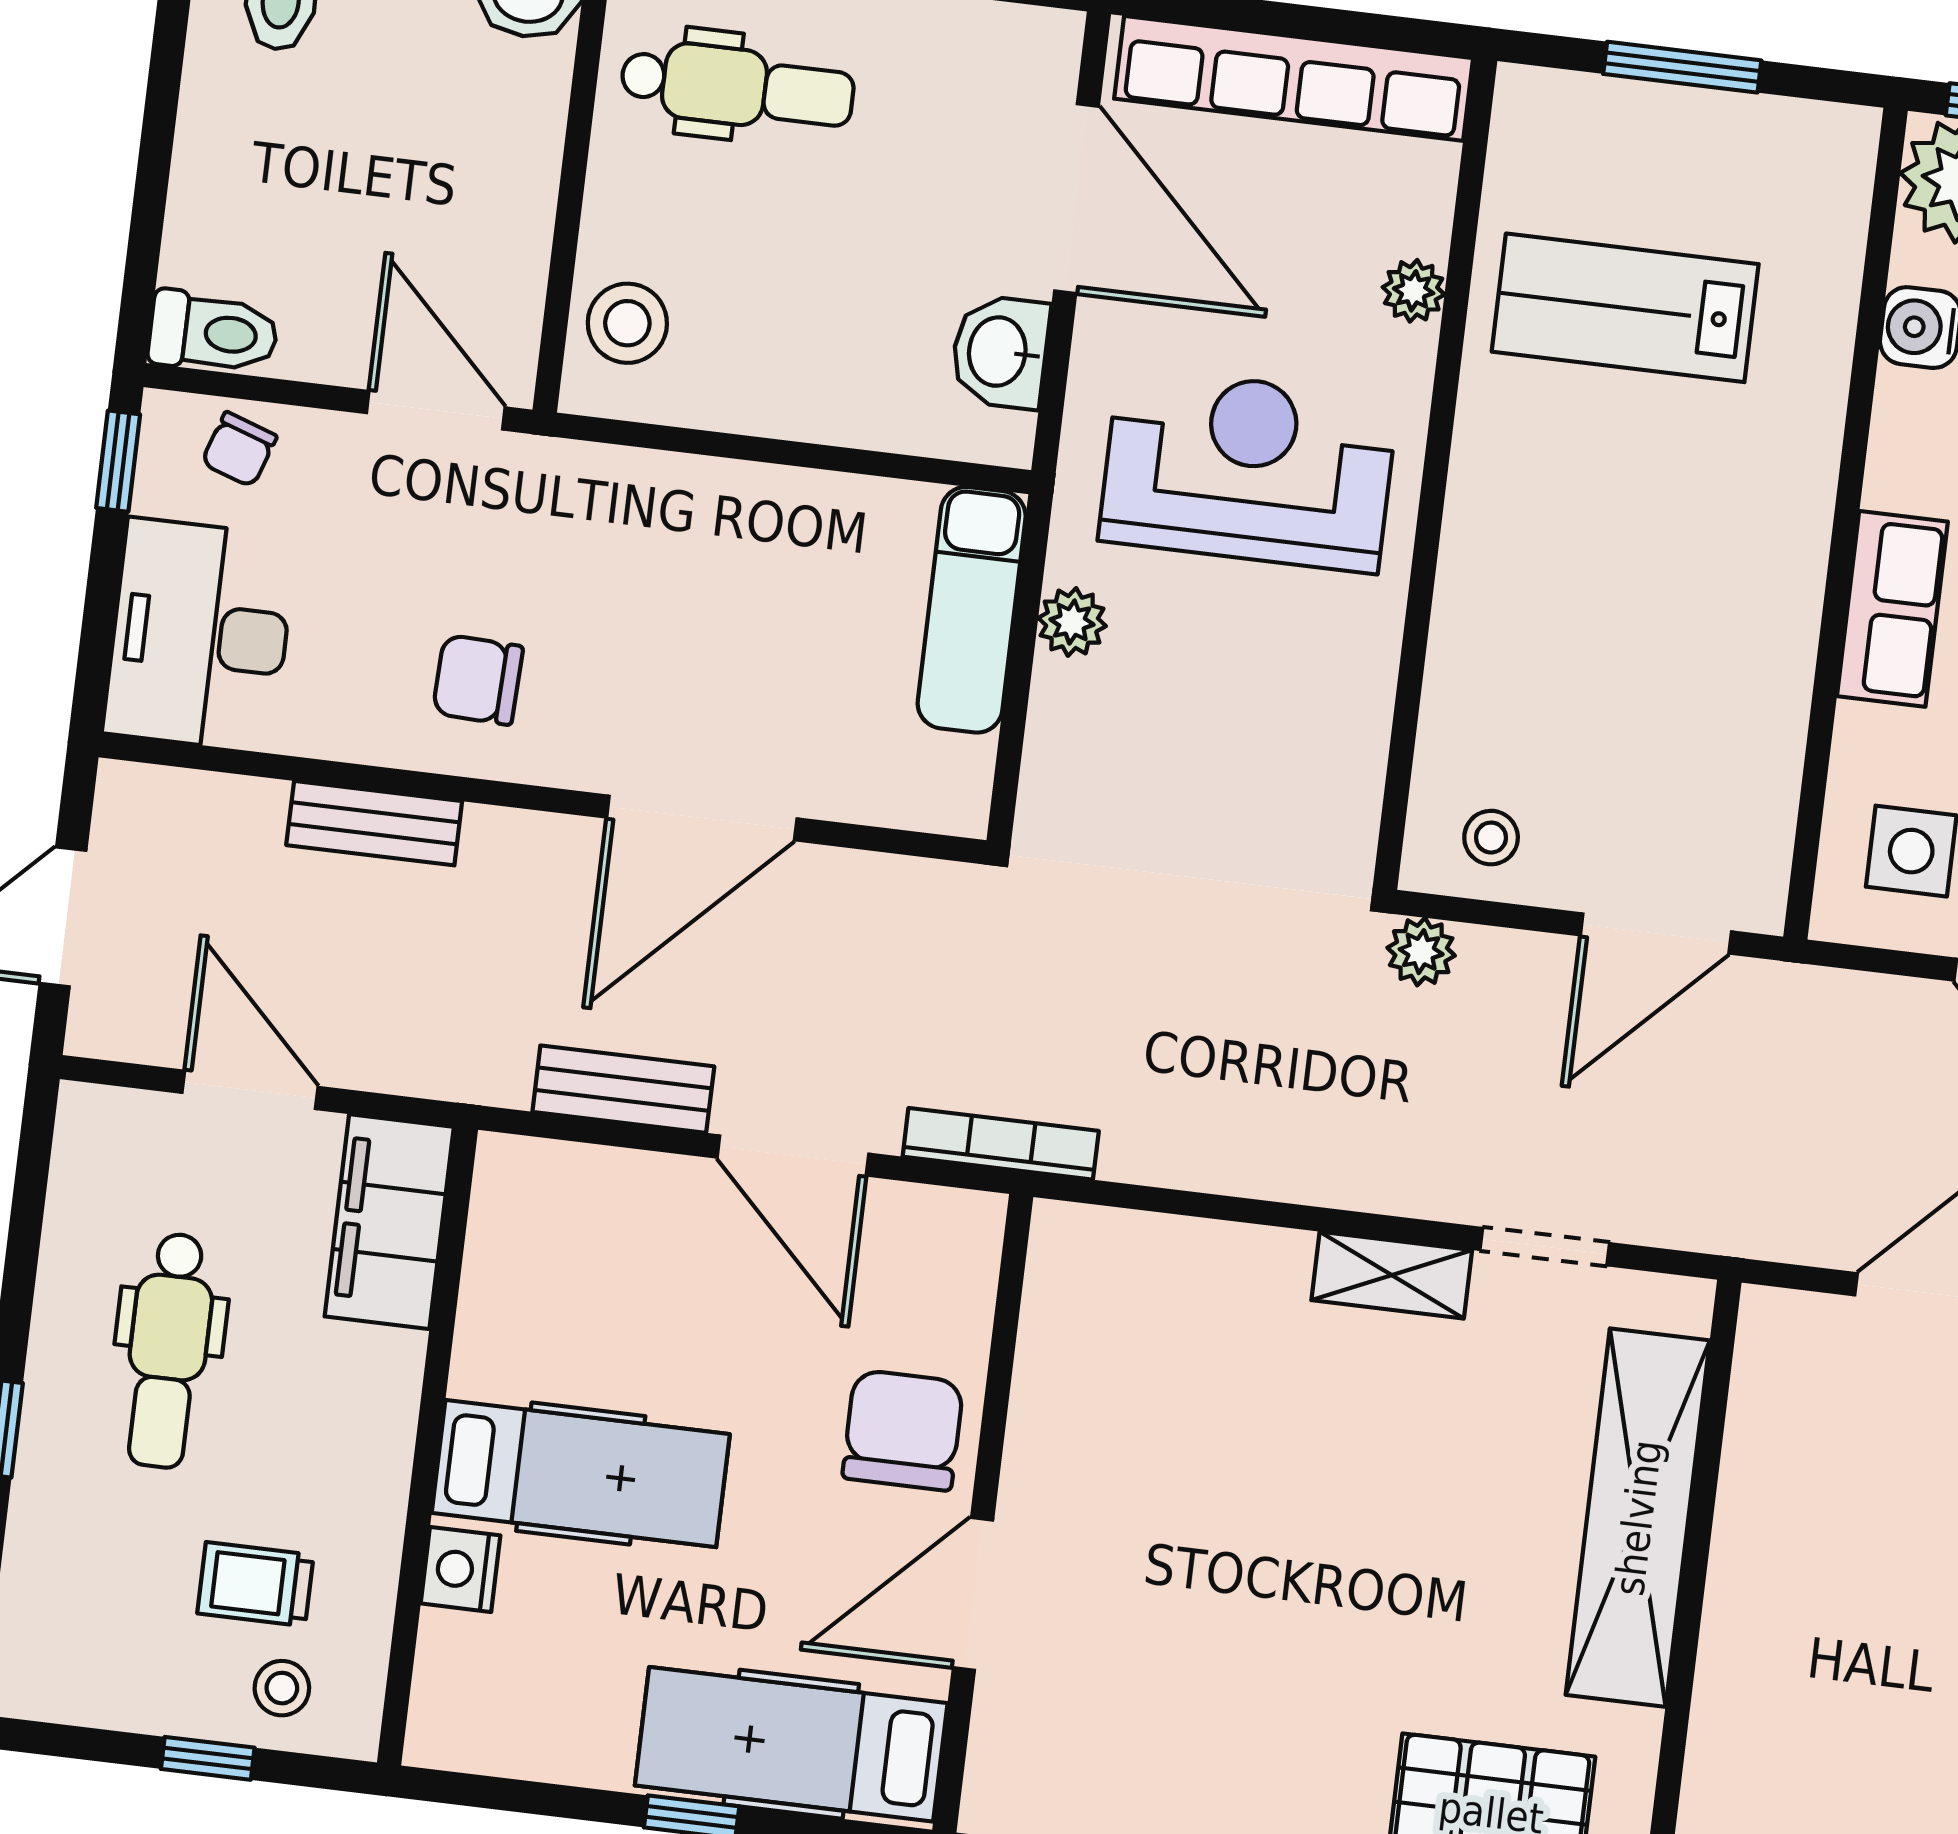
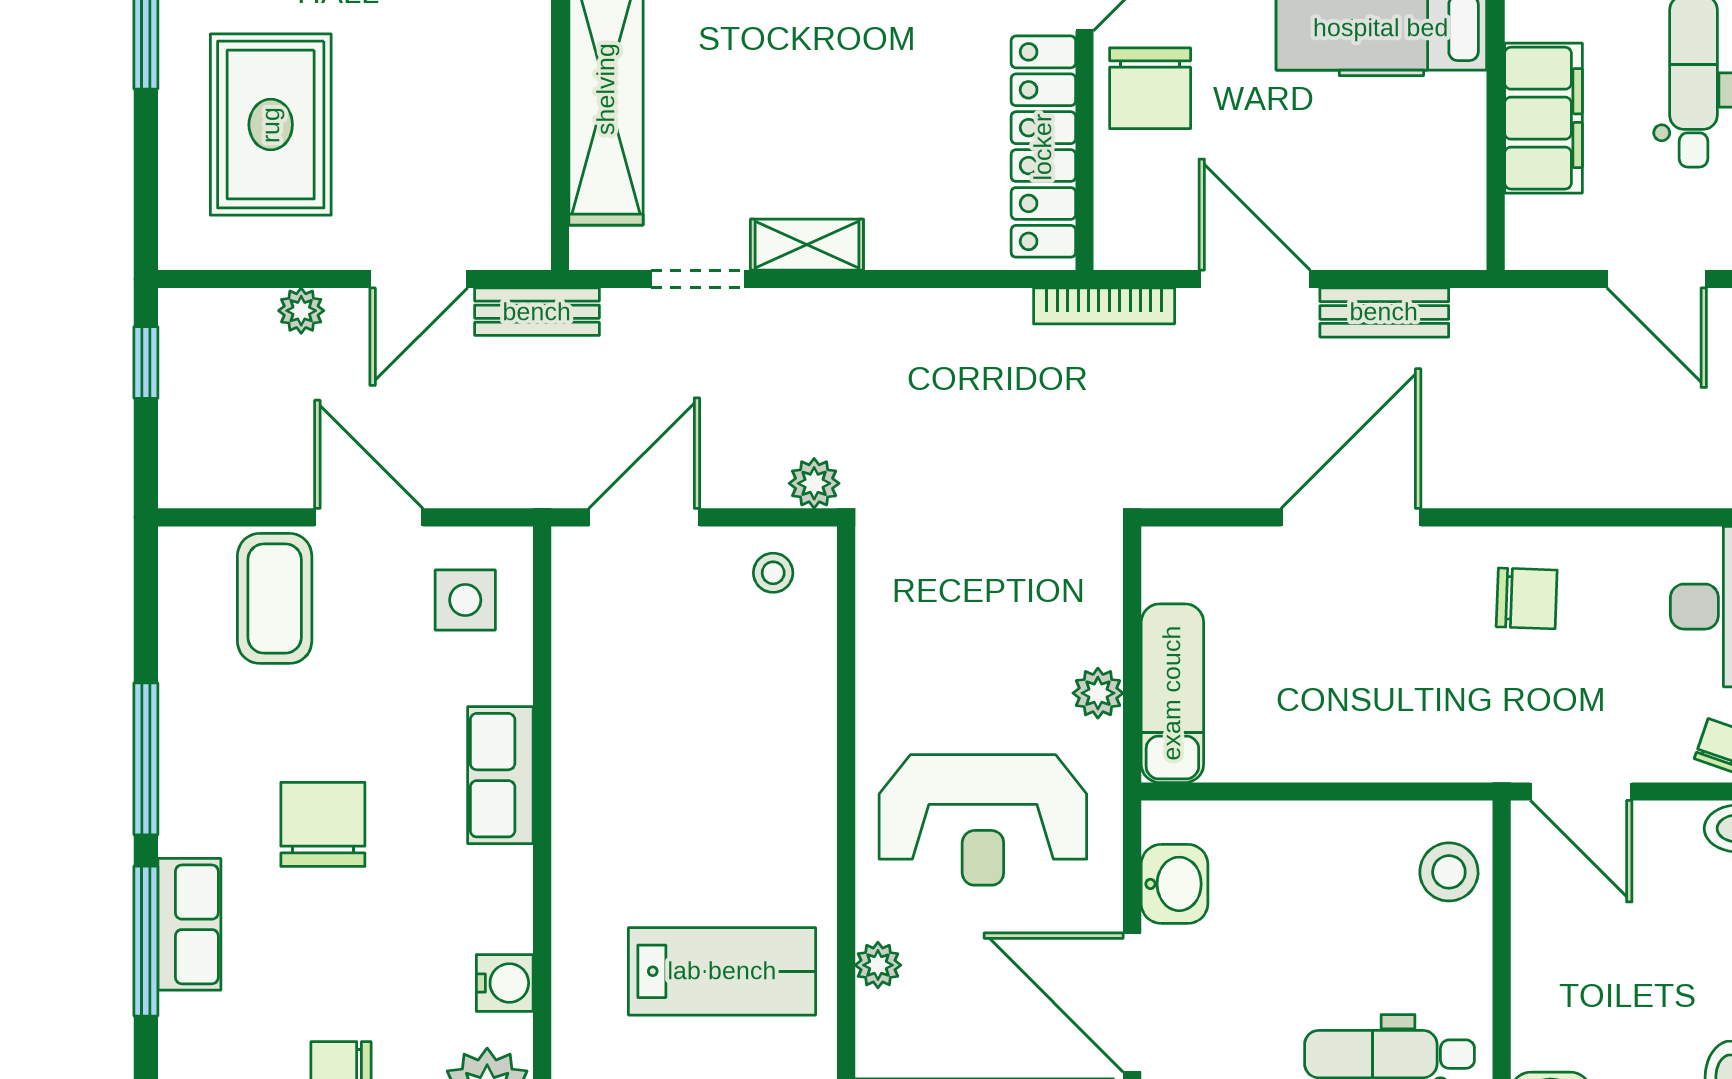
bench: (374, 823) -> (537, 312), moved
filing cabinet: (389, 1222) -> (1543, 118), moved
locker: (1057, 1369) -> (1043, 147), added

